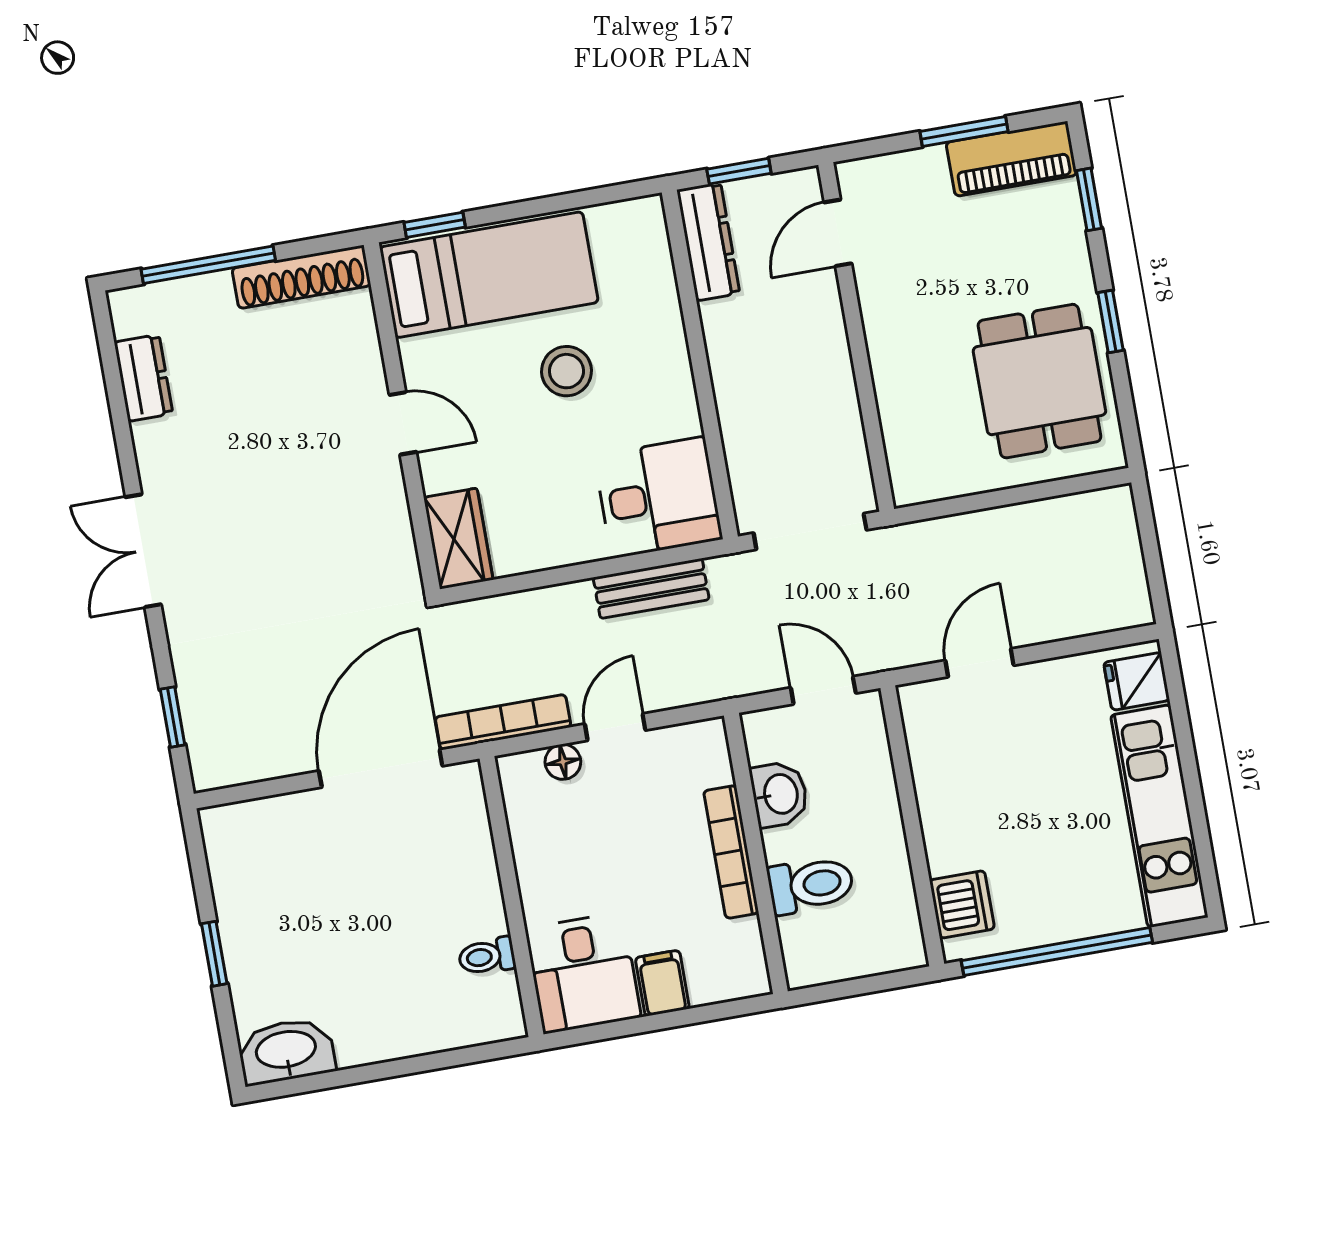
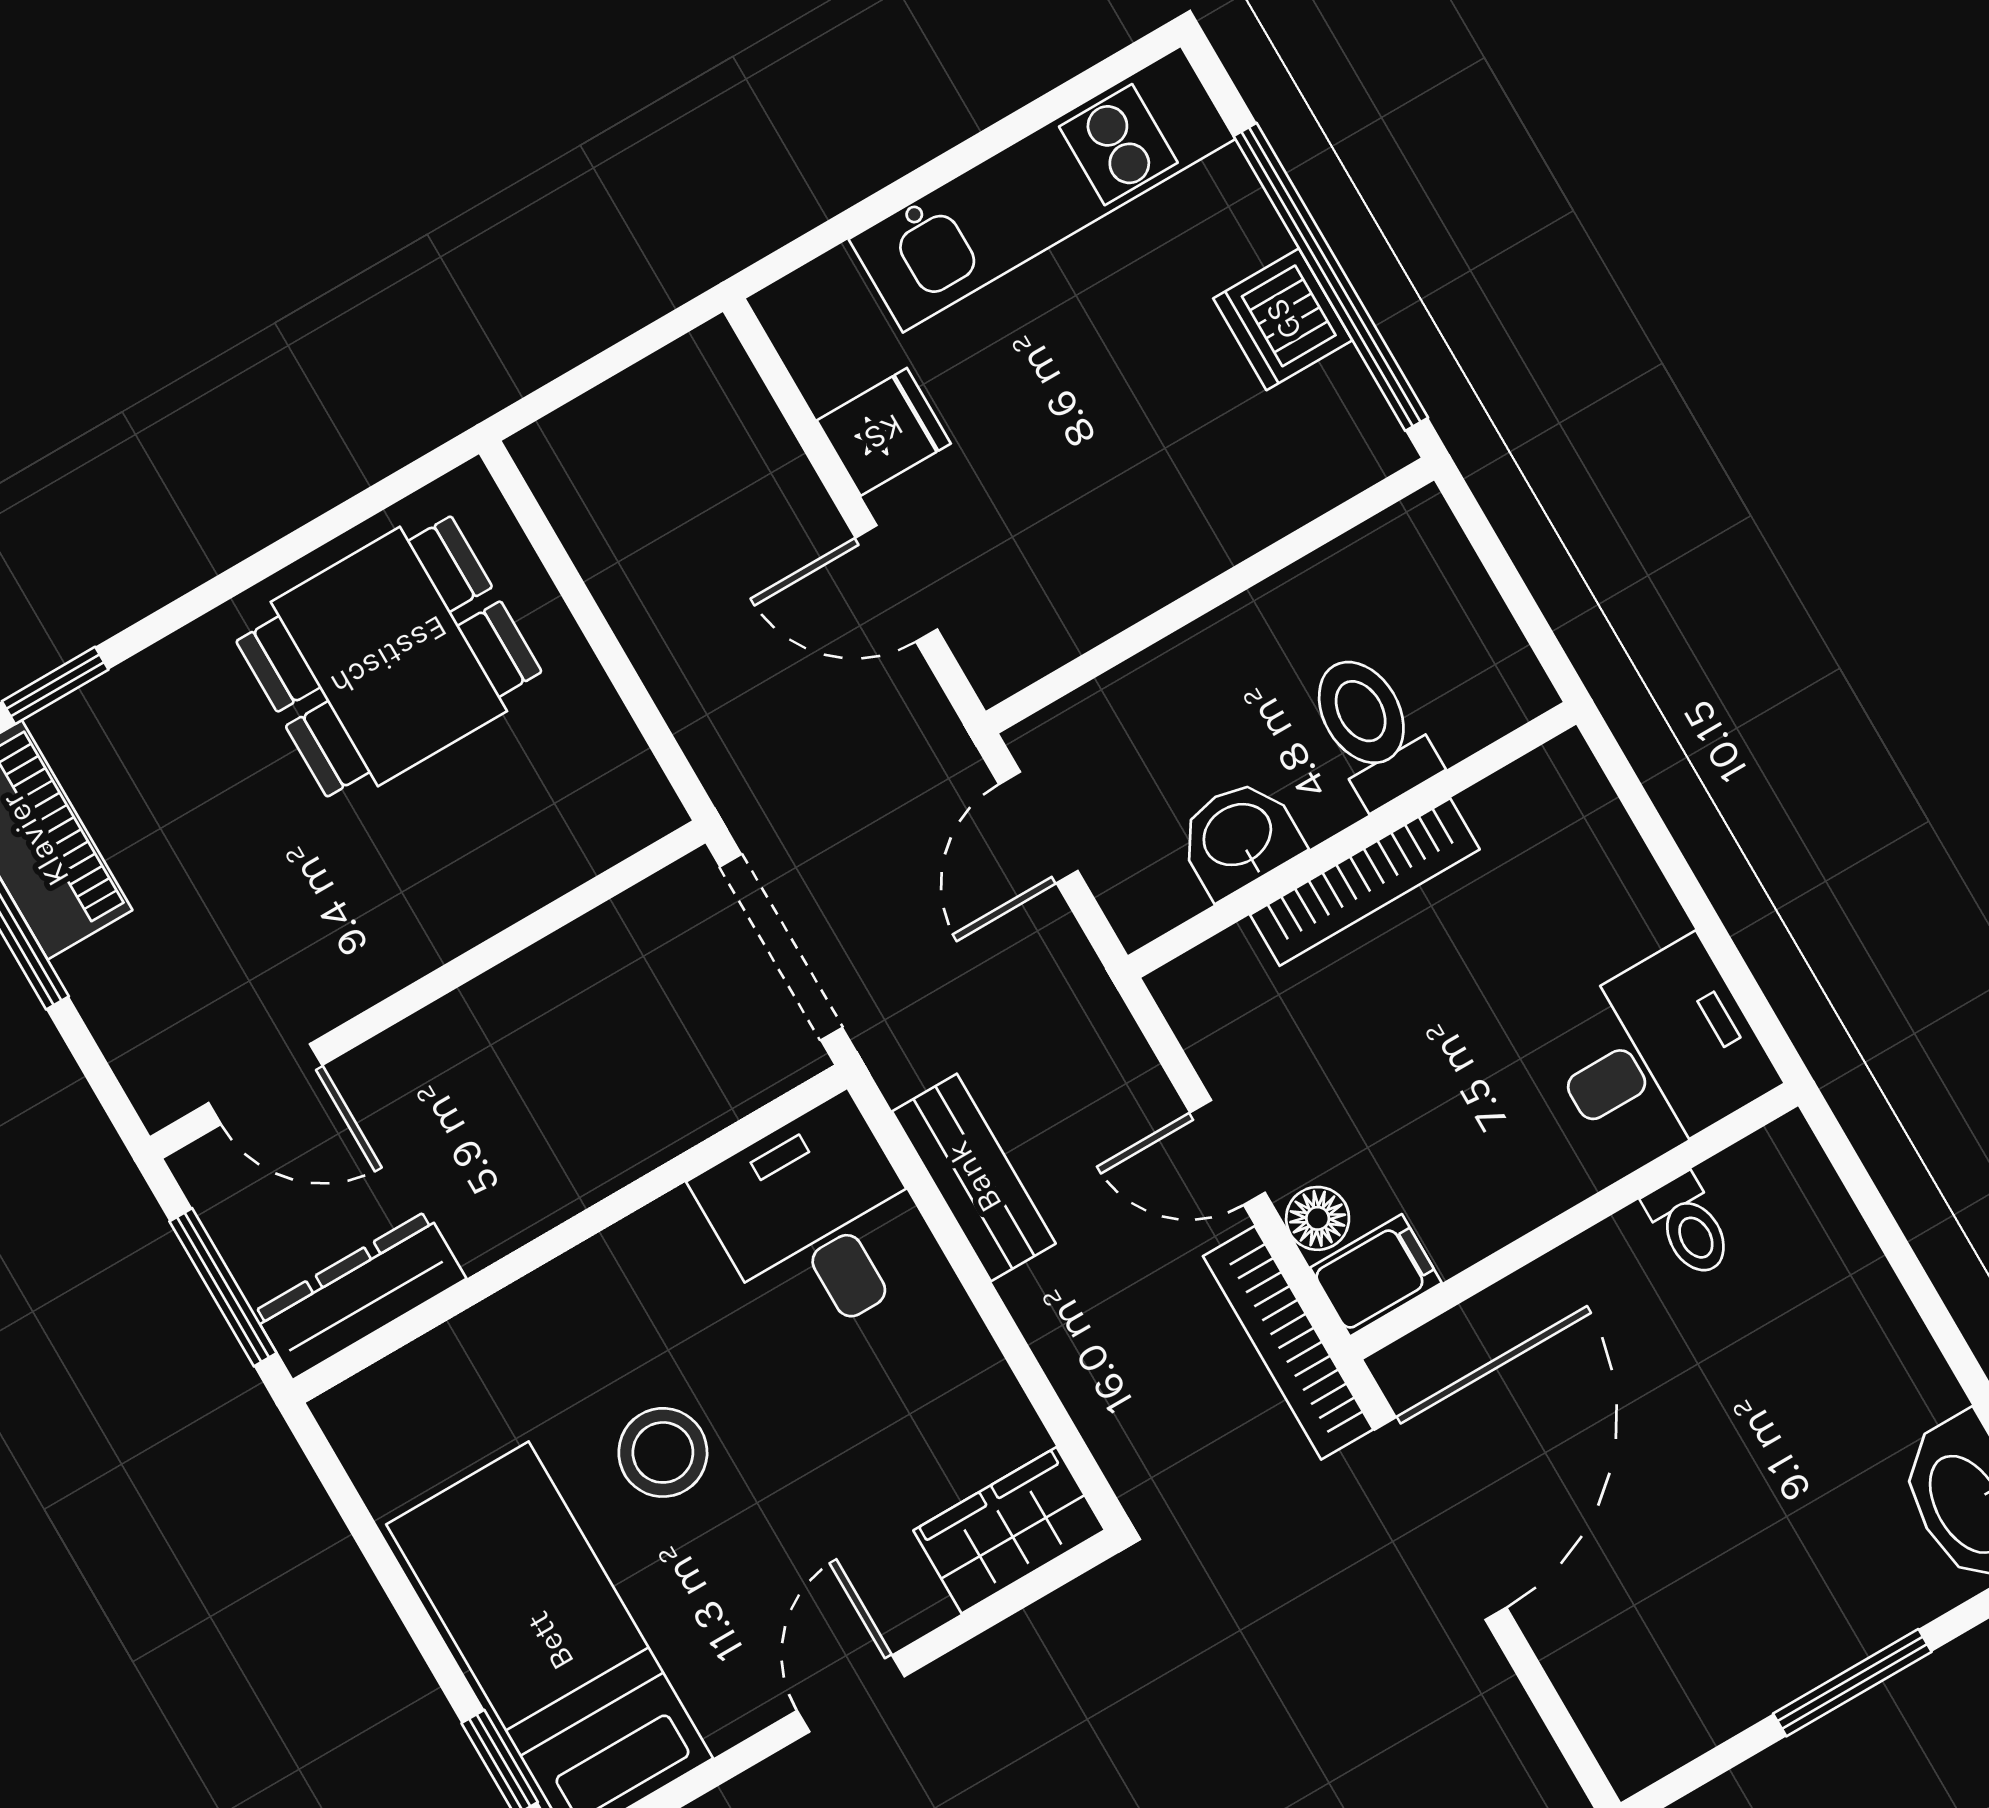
window: (739, 171) -> (223, 1287), width x1.50
window: (1110, 321) -> (246, 574), removed
fridge: (1137, 681) -> (884, 432), moved, turned -90
door: (381, 768) -> (1441, 1519), swing flipped
dishwasher: (962, 904) -> (1283, 319), moved, turned -90
window: (214, 954) -> (1852, 1683), width x1.50
filing cabinet: (662, 983) -> (1376, 1275), moved, turned 180

